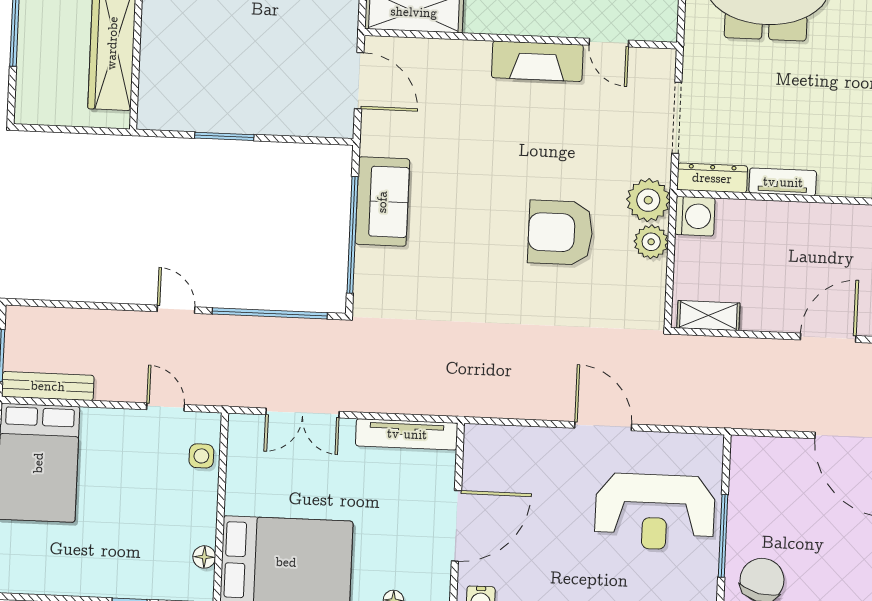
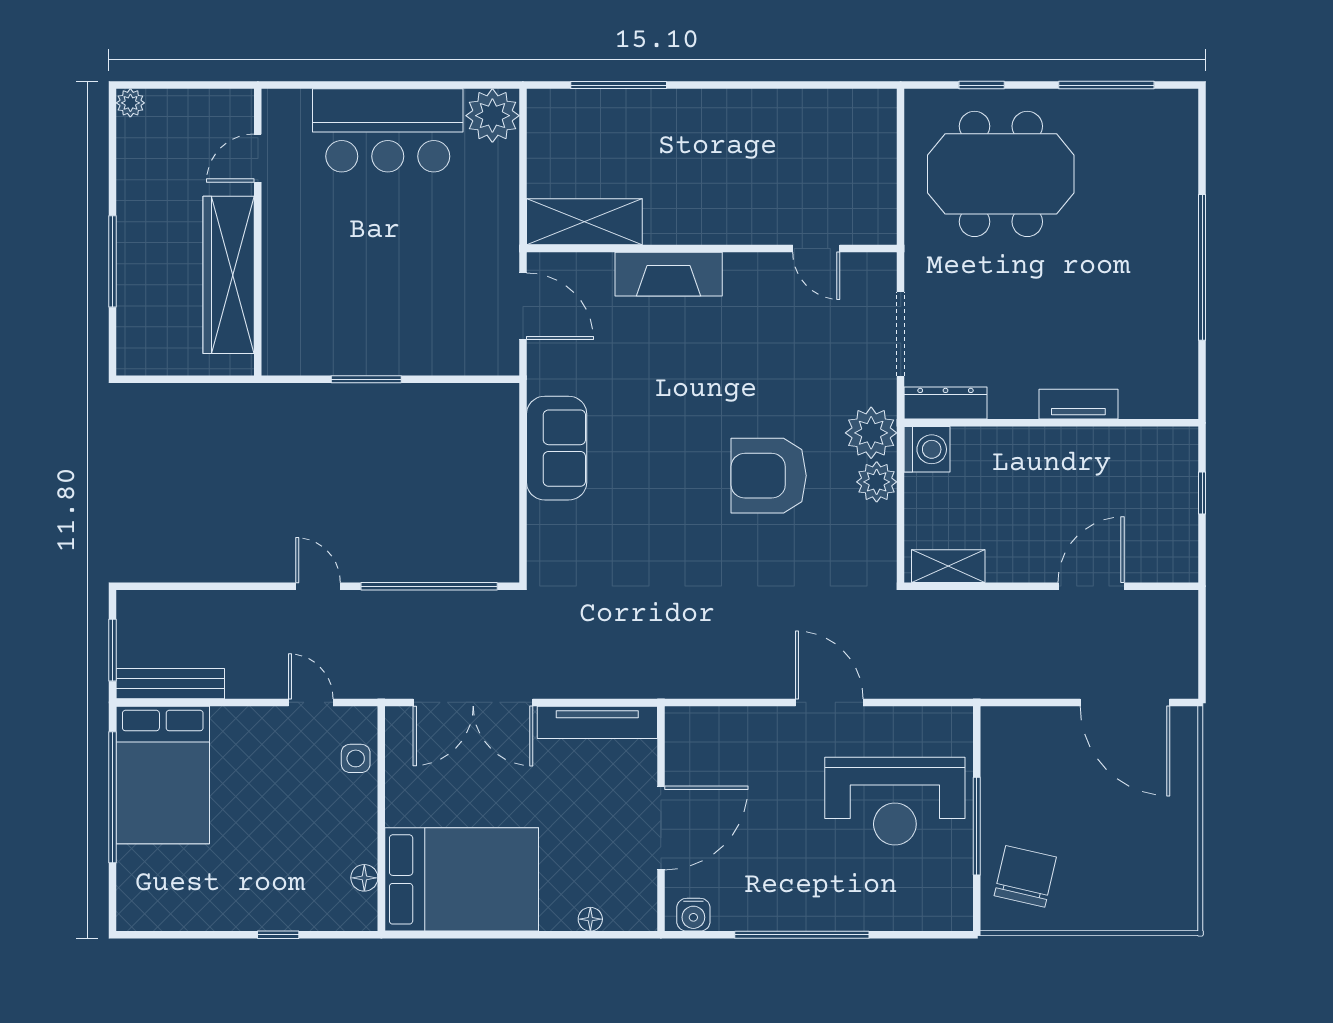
fireplace: (537, 61) -> (669, 274), moved
tv unit: (783, 182) -> (1078, 404), moved
window: (352, 235) -> (523, 489), removed
double door: (302, 413) -> (473, 702), width x1.37

